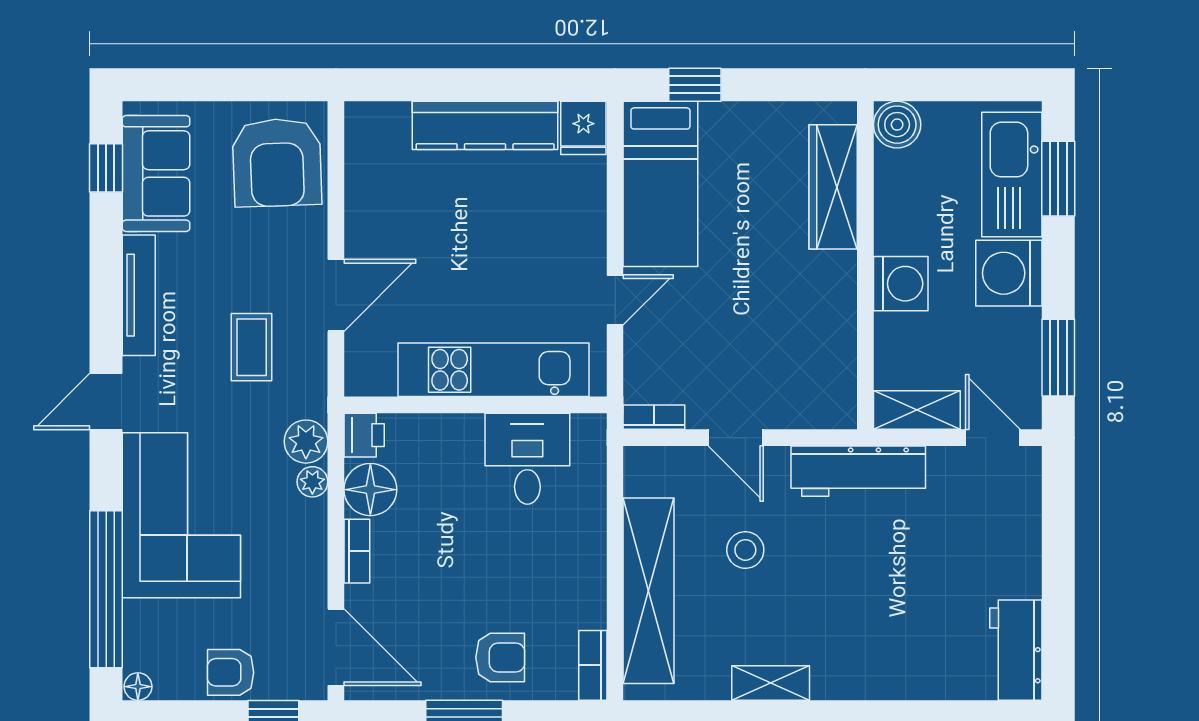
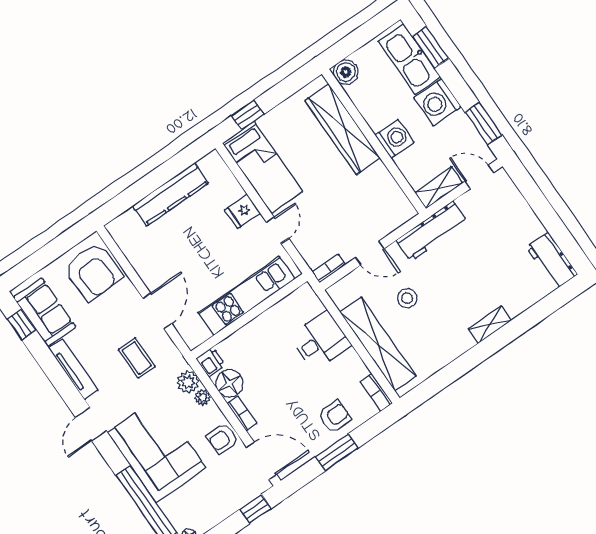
fridge: (583, 128) -> (242, 211), moved, turned 90
wardrobe: (833, 187) -> (343, 129), width x1.40, depth x1.17
desk: (527, 459) -> (320, 341), moved, turned 90
armchair: (231, 672) -> (222, 439), moved
shelving: (771, 683) -> (490, 325), moved

